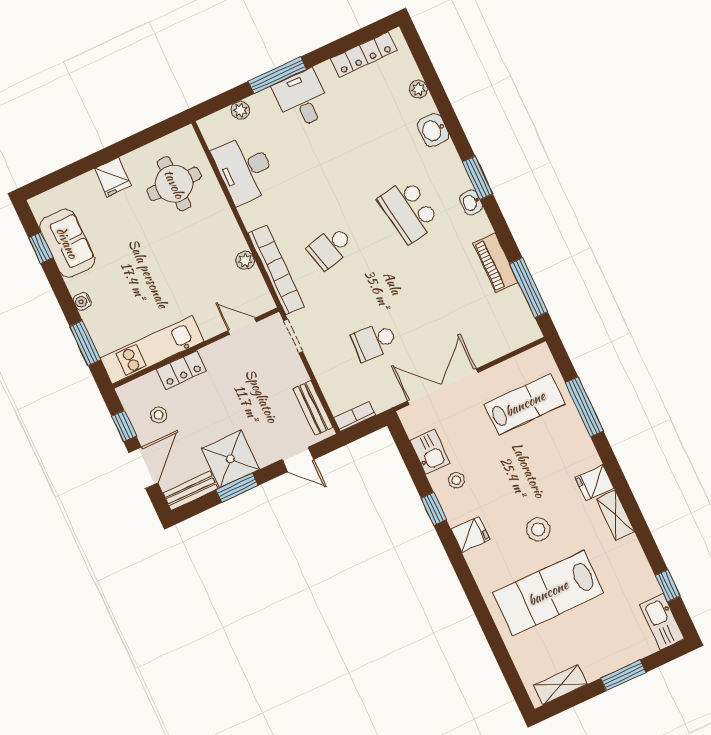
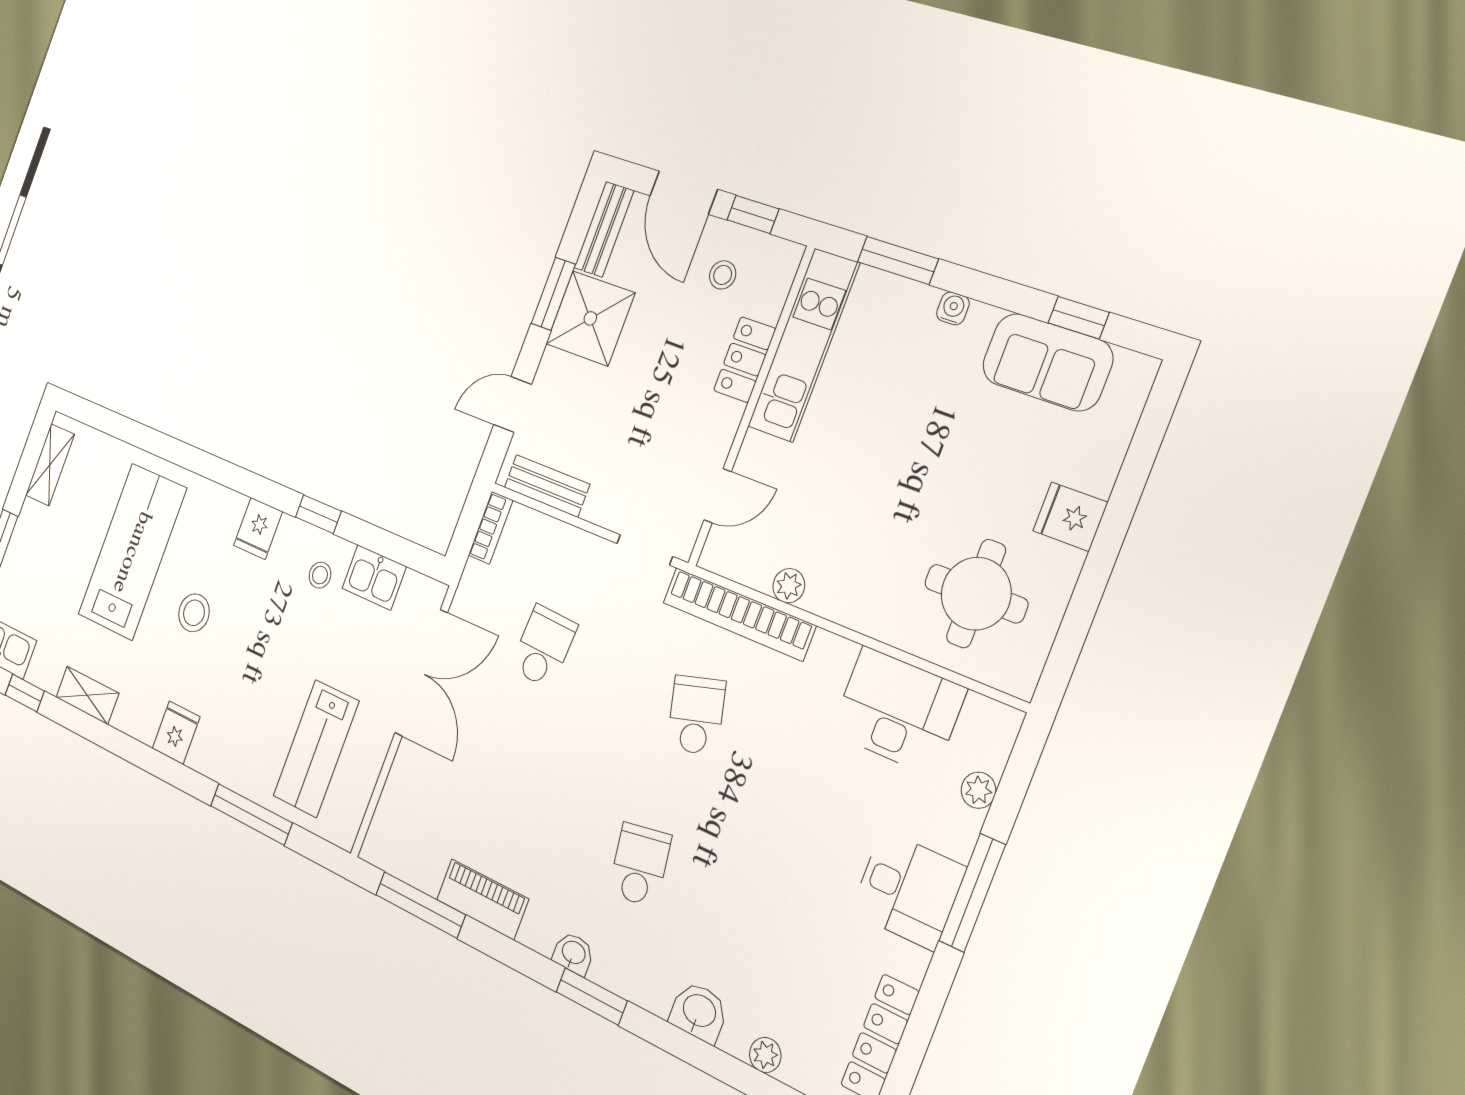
school desk: (409, 211) -> (640, 865), width x0.54
shelving: (615, 515) -> (87, 695), moved

